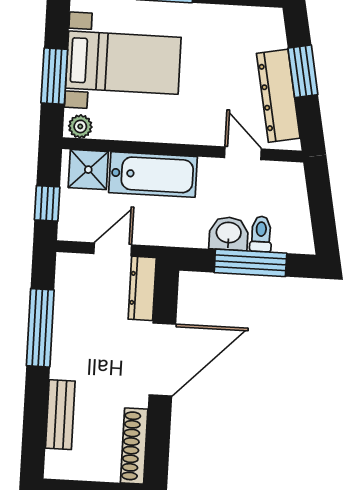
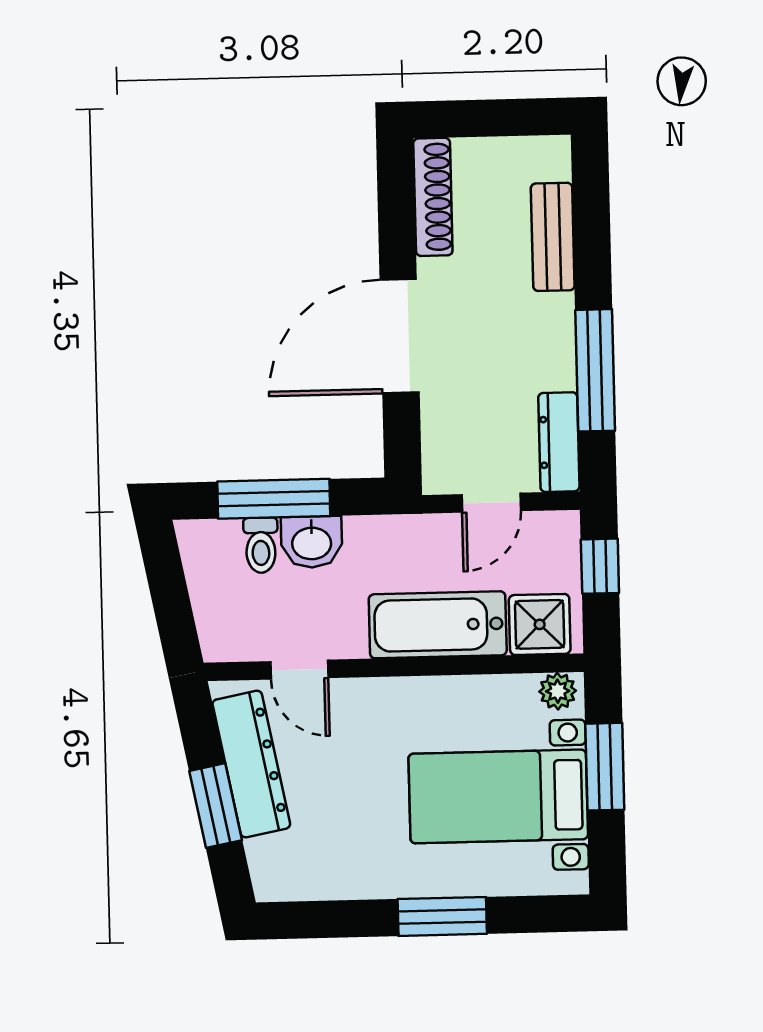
dresser: (142, 288) -> (559, 442), moved, turned 180

